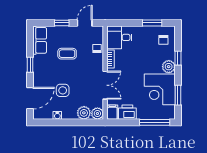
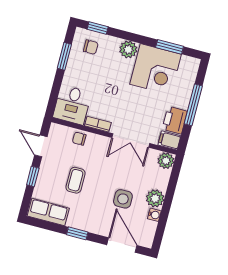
window: (178, 58) -> (98, 28), moved
double door: (105, 85) -> (131, 140), swing flipped
plant: (84, 113) -> (155, 198), moved
window: (155, 122) -> (193, 105), moved

